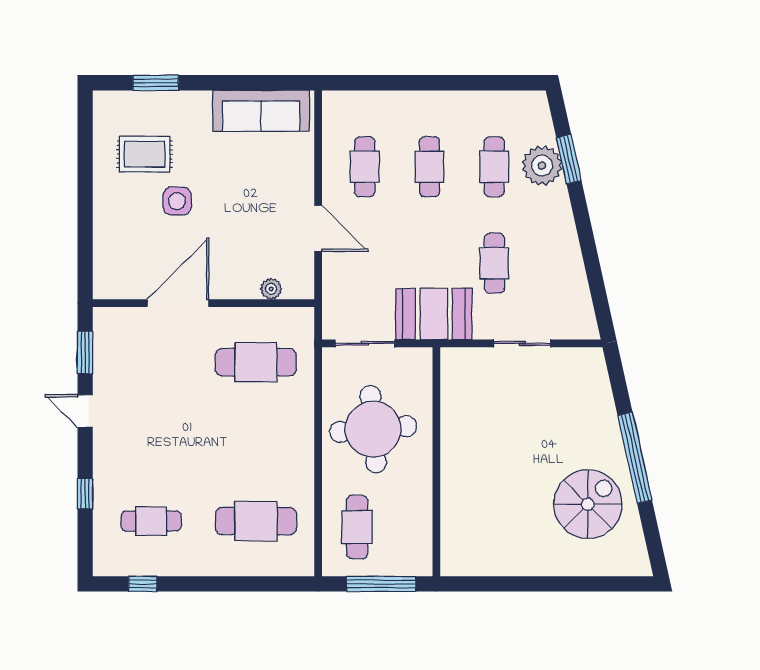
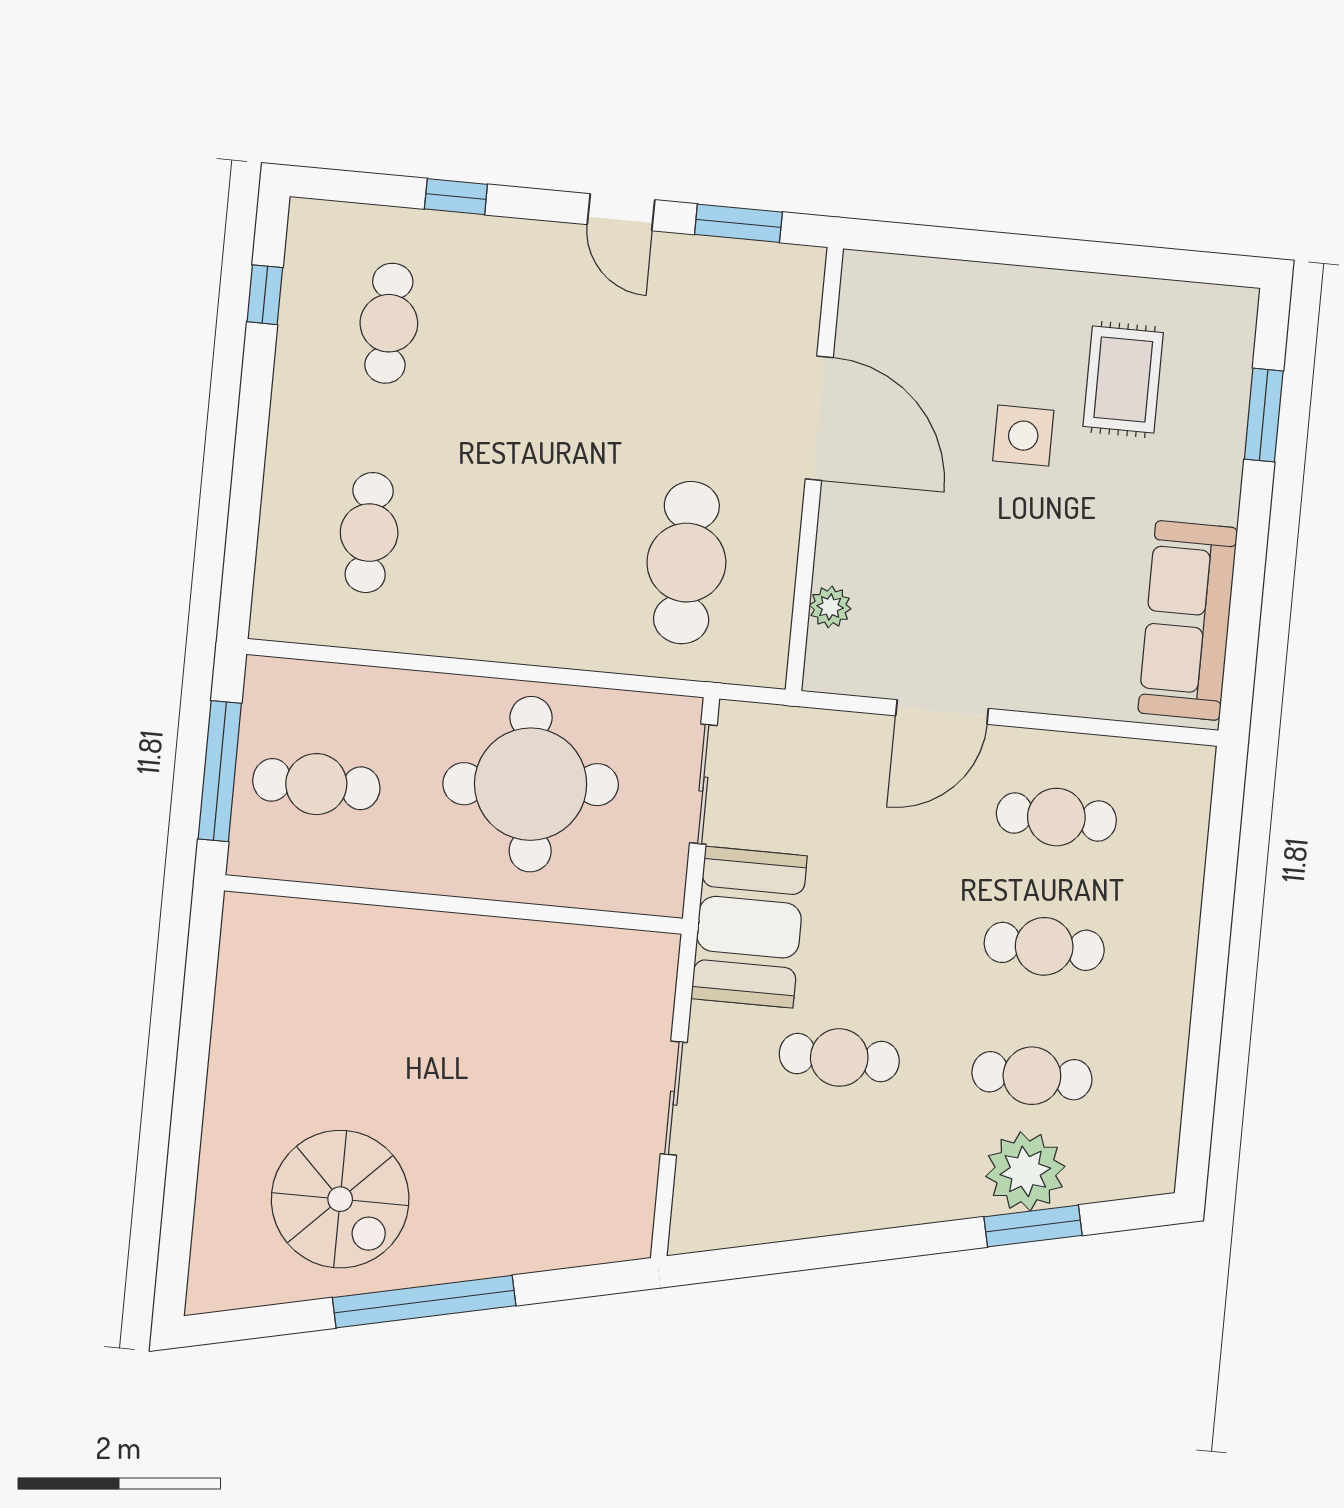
door: (85, 411) -> (621, 212), swing flipped
cafe table: (256, 521) -> (369, 533), width x0.73, depth x0.74
cafe table: (357, 527) -> (316, 784), moved

